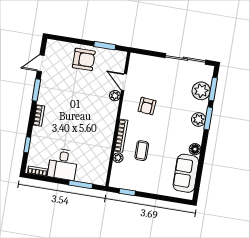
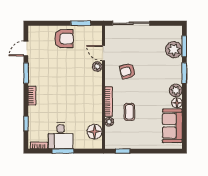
sliding door: (185, 59) -> (131, 23), moved
armchair: (147, 106) -> (128, 71), turned 71
plant: (199, 120) -> (176, 90), moved
floor lamp: (100, 166) -> (95, 132), added
window: (81, 184) -> (63, 151), moved

